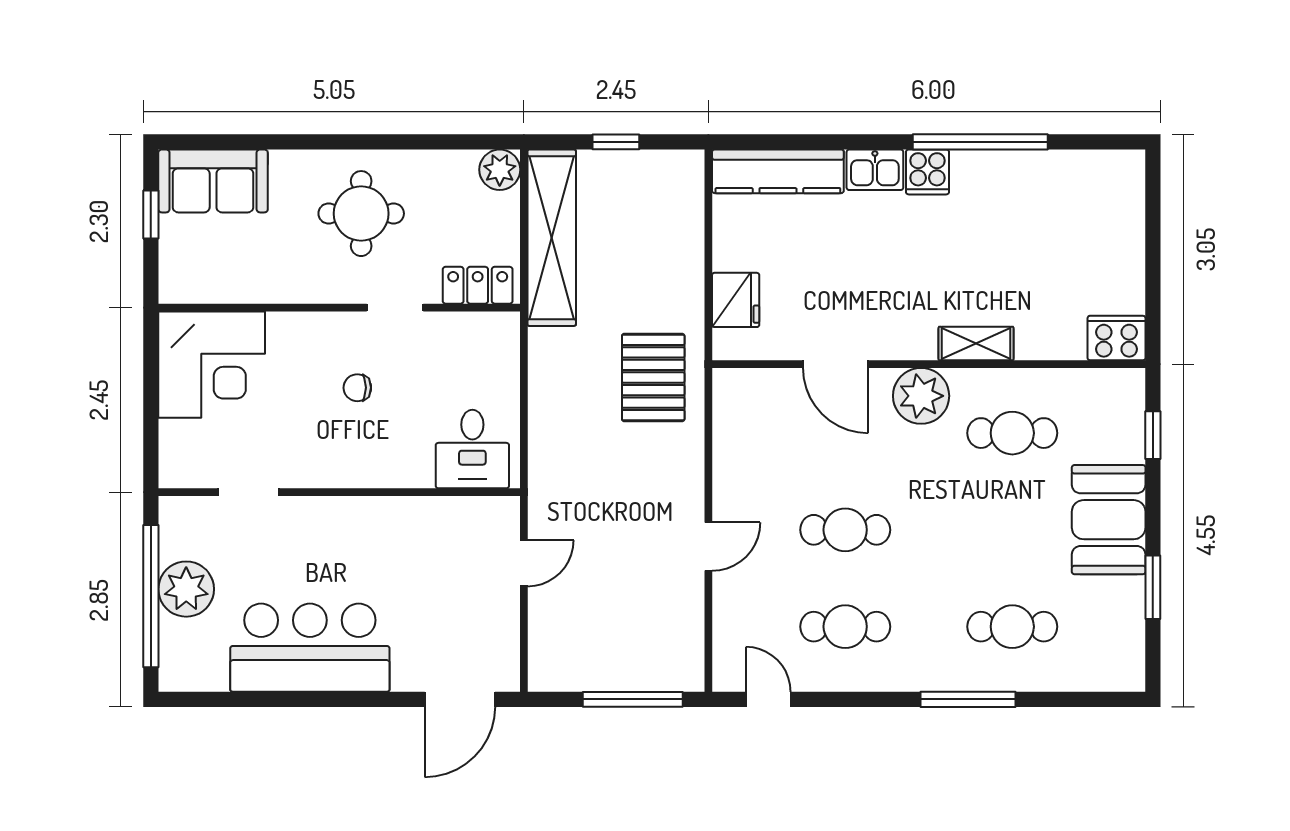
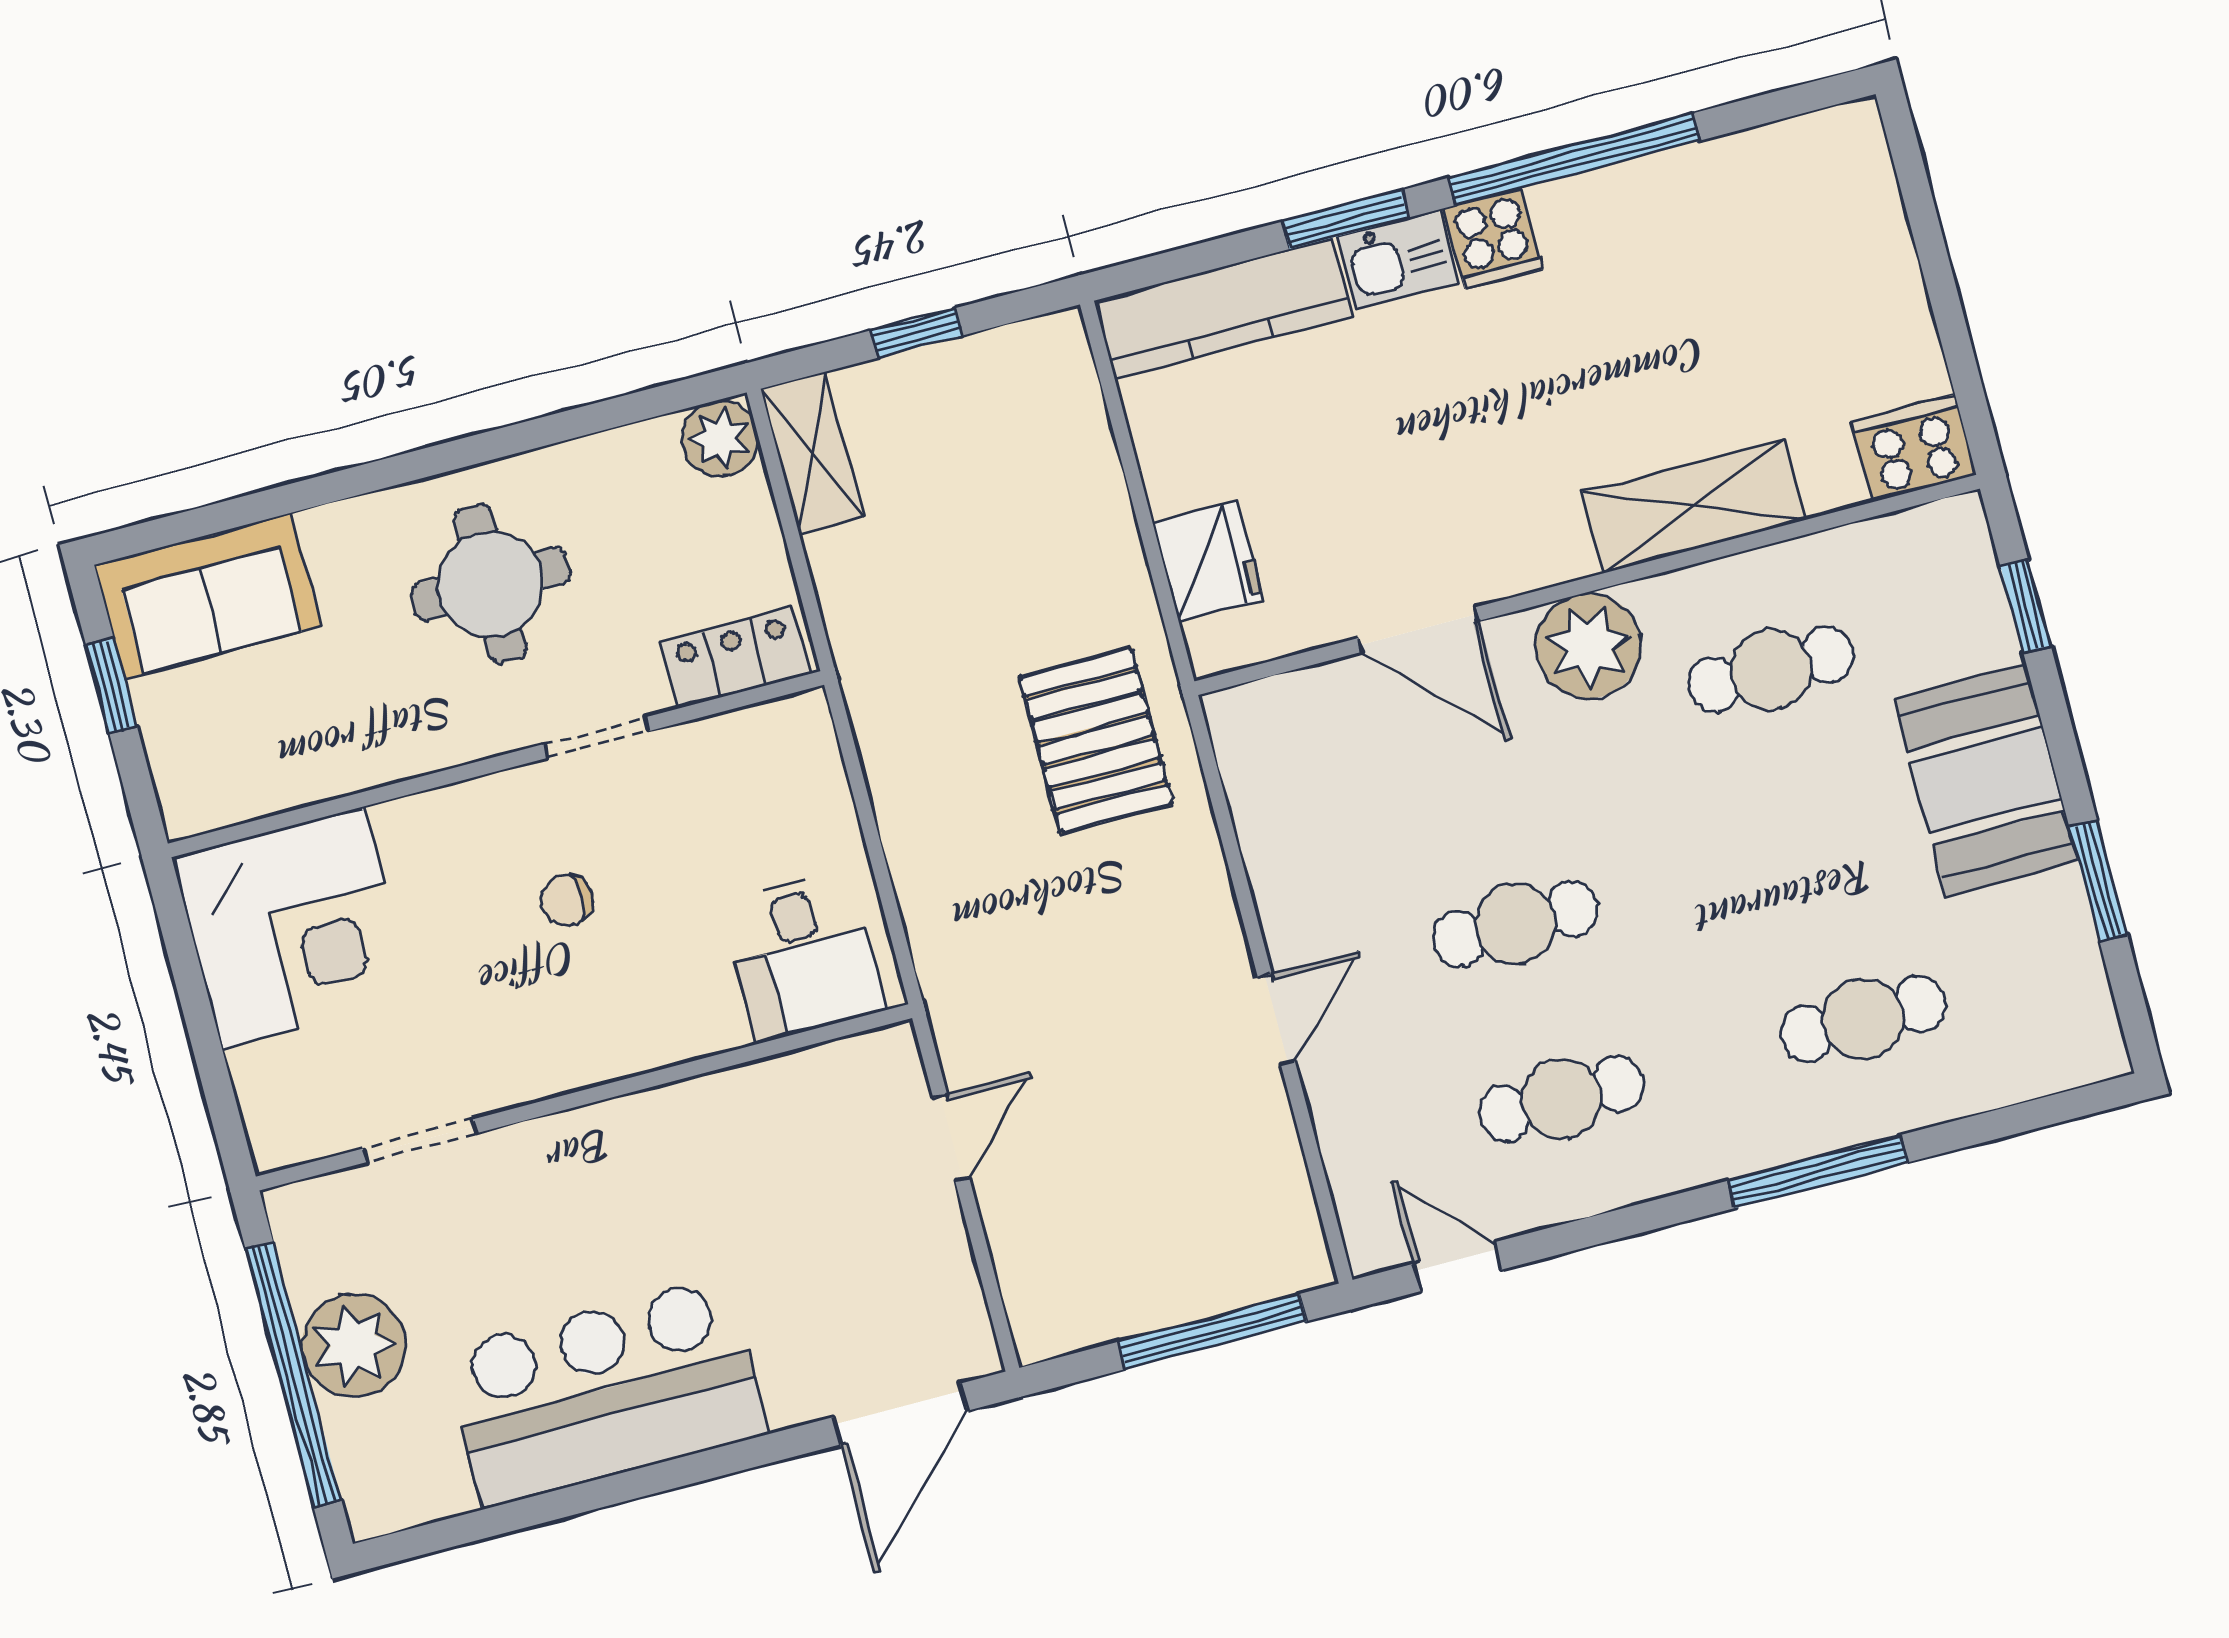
window: (854, 142) -> (1345, 220), added
shelving: (552, 238) -> (812, 453), width x0.45, depth x0.75
shelving: (976, 344) -> (1694, 506), width x1.50, depth x1.33

